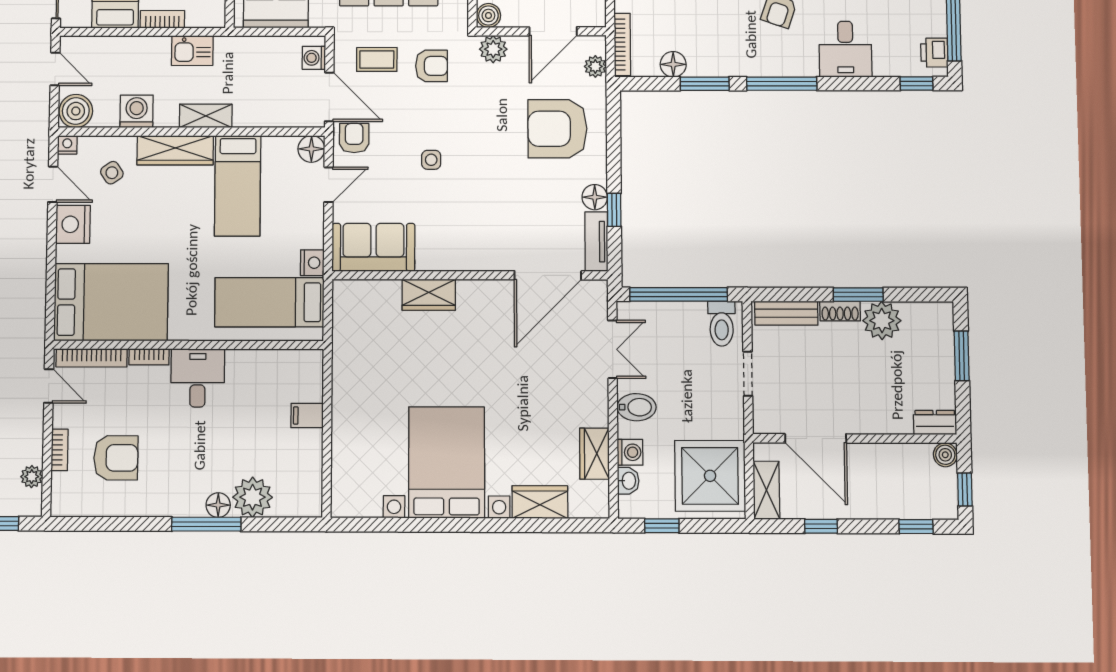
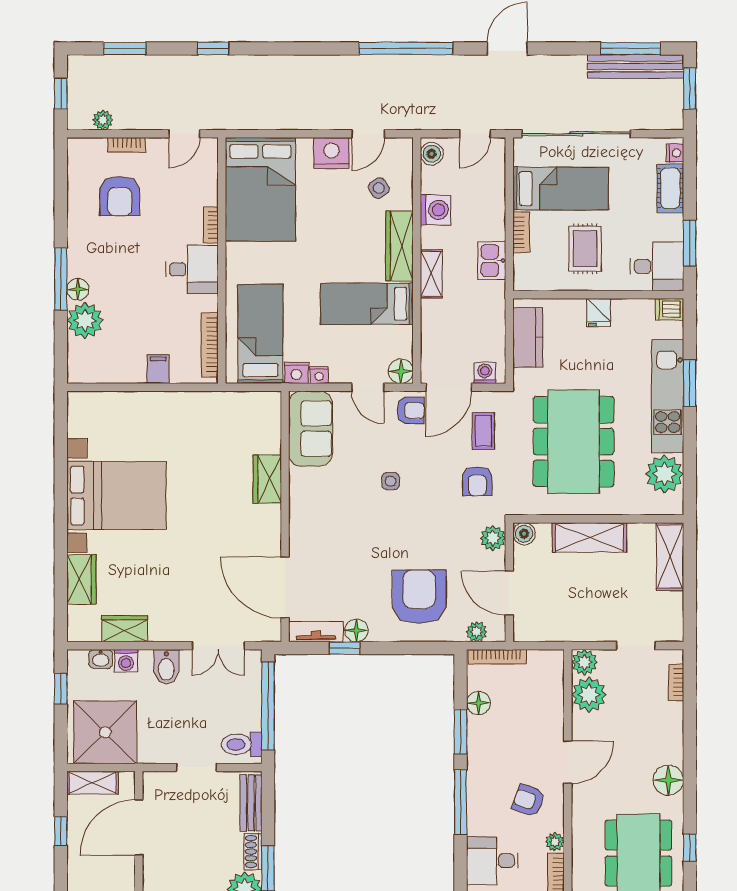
boiler: (76, 111) -> (432, 154), width x0.73, depth x0.73
nightstand: (67, 145) -> (319, 375), moved, turned 90
bookcase: (92, 358) -> (210, 345), moved

